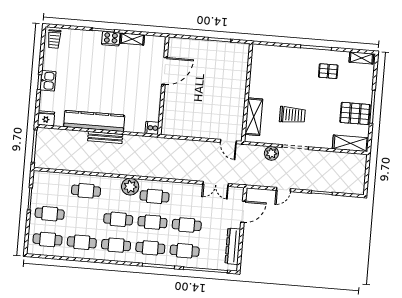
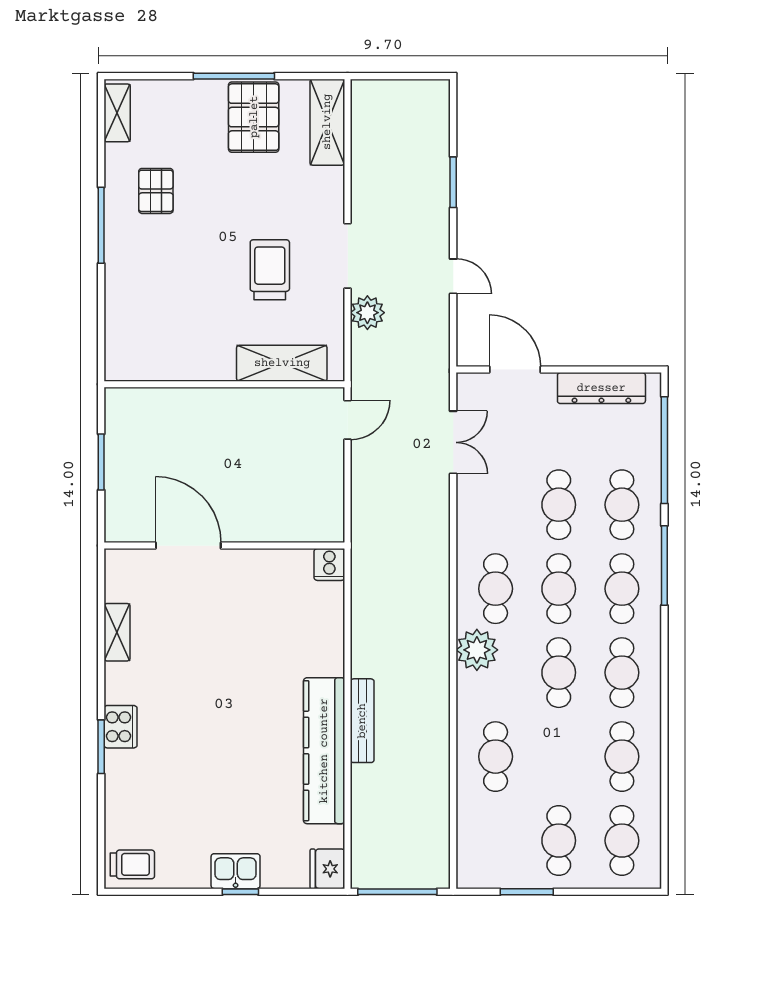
shelving: (132, 39) -> (117, 632), moved
door: (164, 71) -> (188, 546), moved
wall: (163, 86) -> (224, 546), moved
cooker: (152, 128) -> (329, 565), moved

